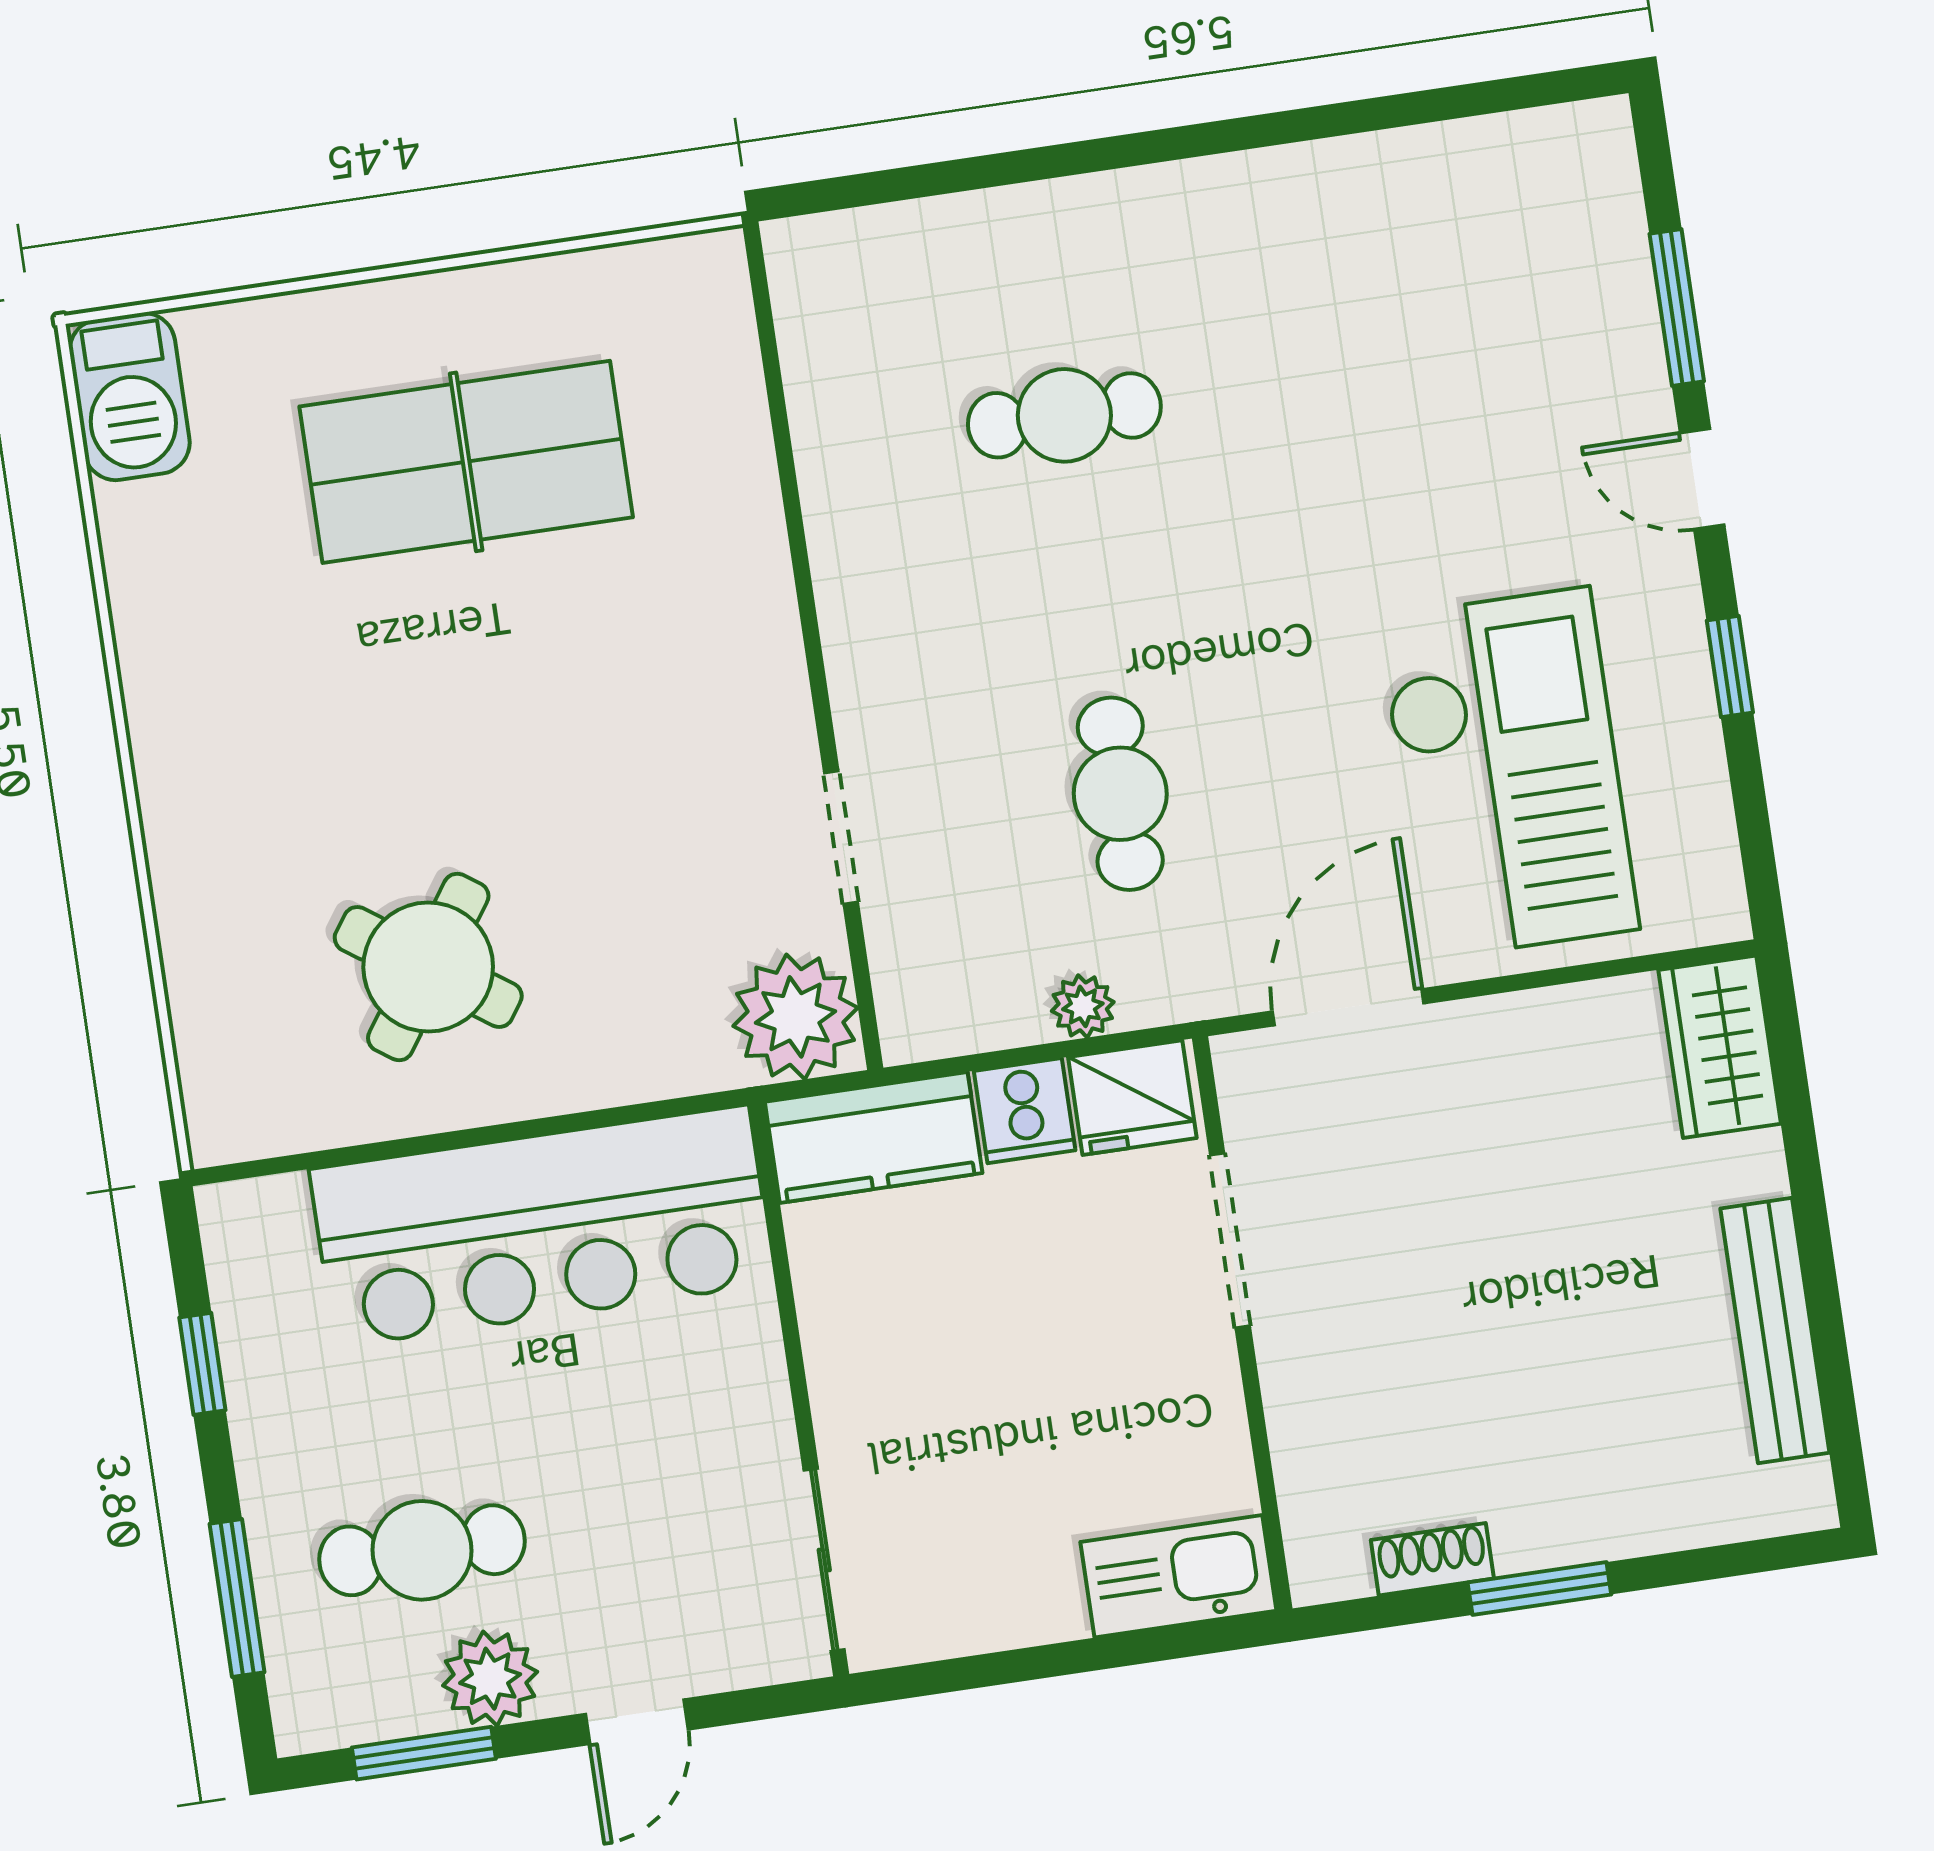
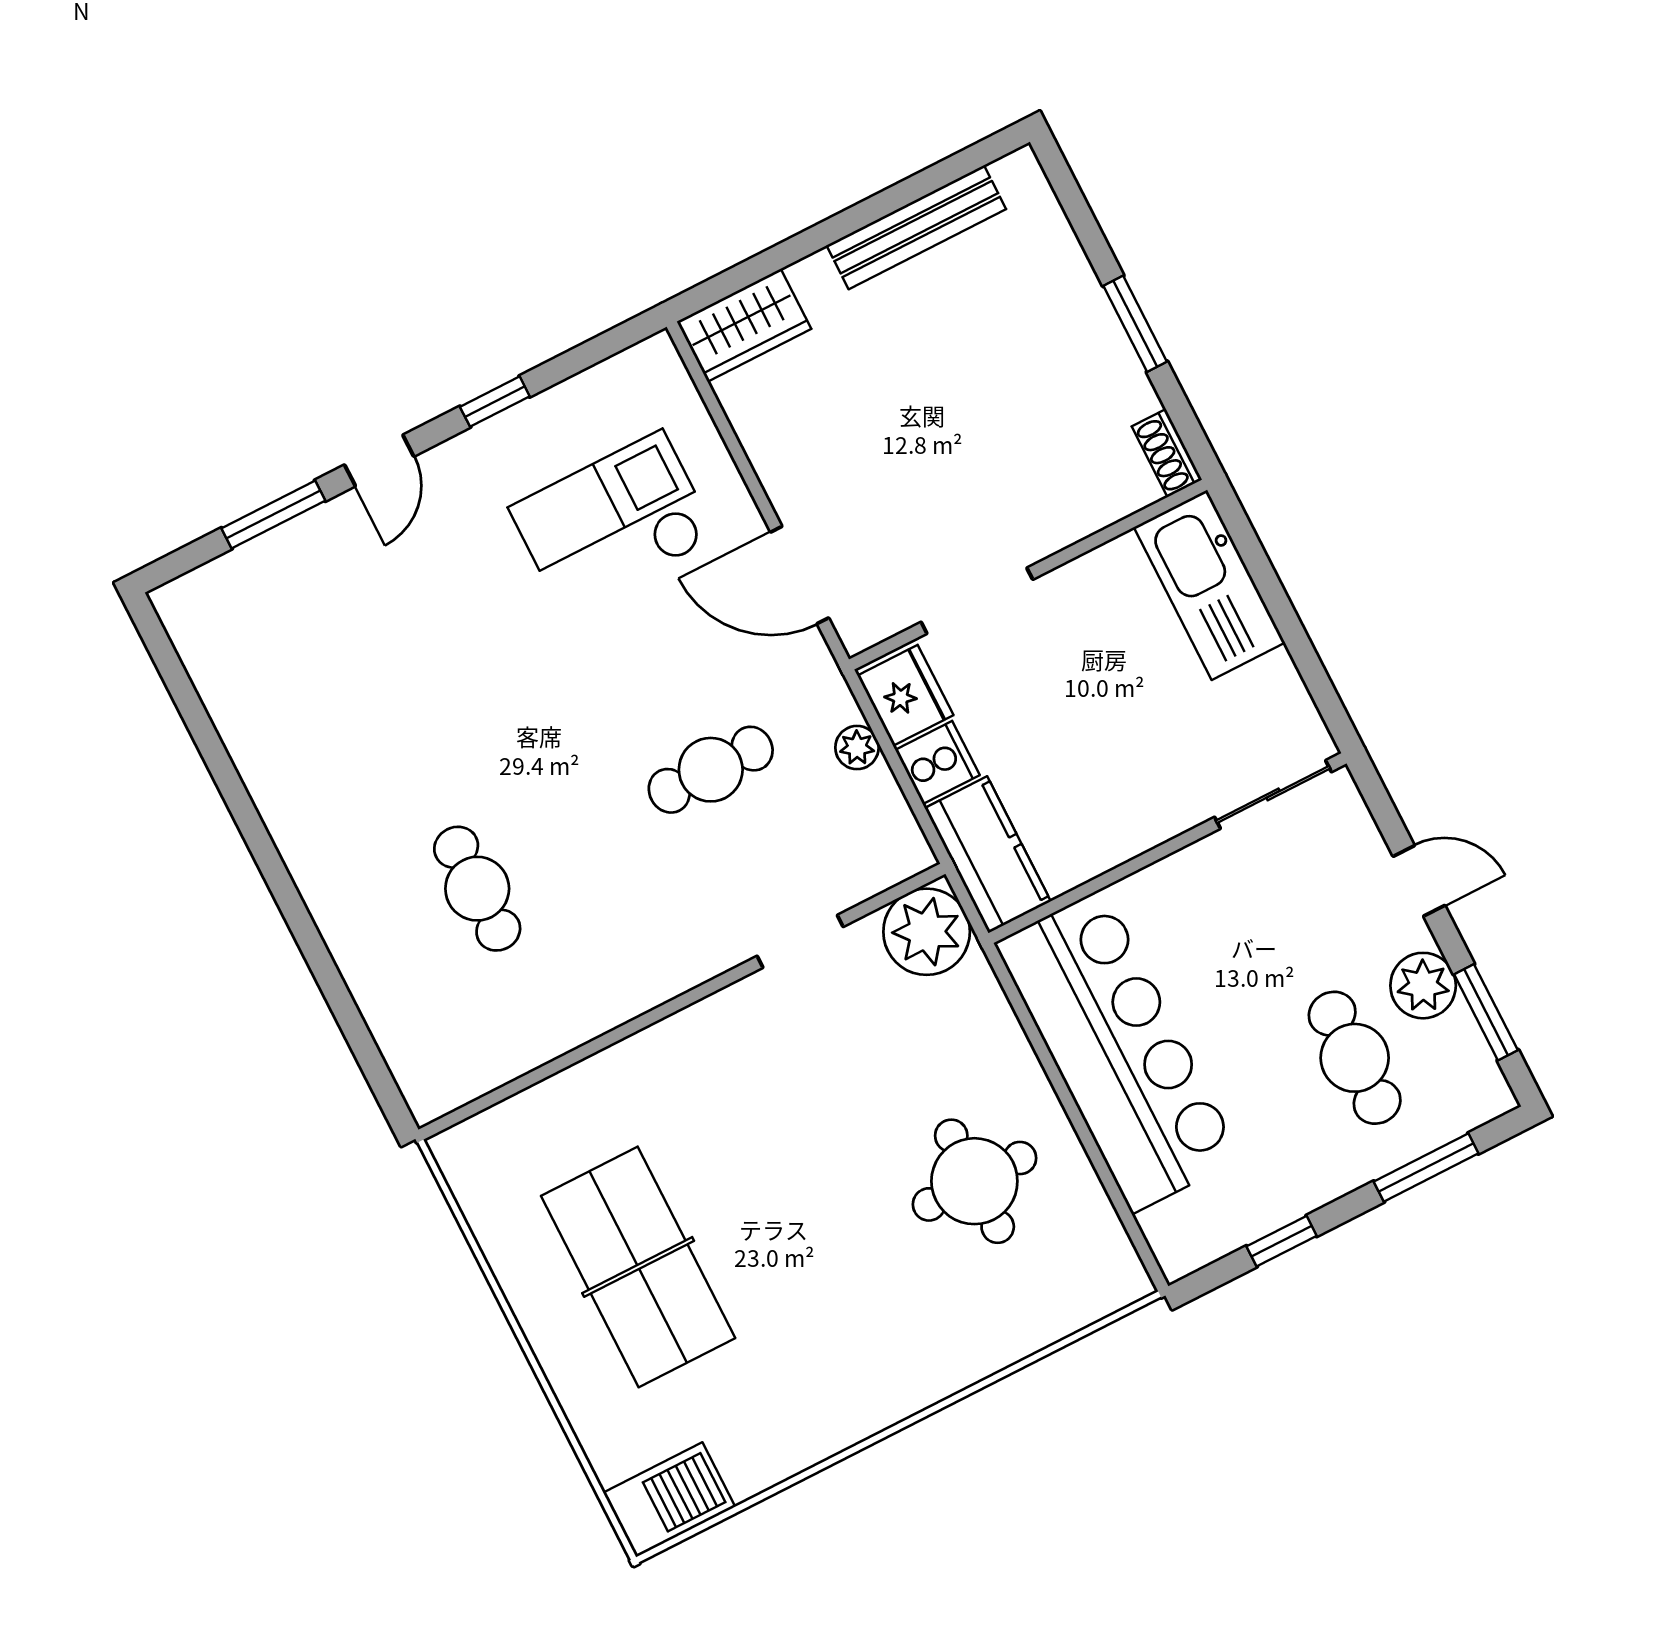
checkout: (1508, 773) -> (613, 522), width x0.73, depth x0.83
round table: (428, 967) -> (974, 1181), turned -35
shoe rack: (1432, 1559) -> (1167, 453), moved
kitchen sink: (1178, 1576) -> (1209, 585), width x1.36, depth x1.24

